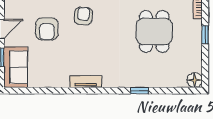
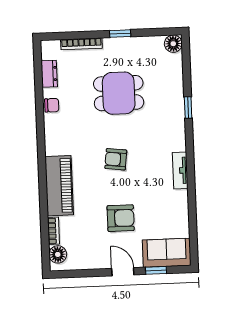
armchair: (83, 16) -> (116, 159), moved

